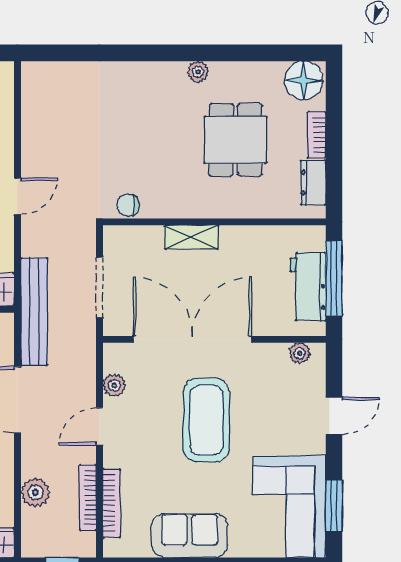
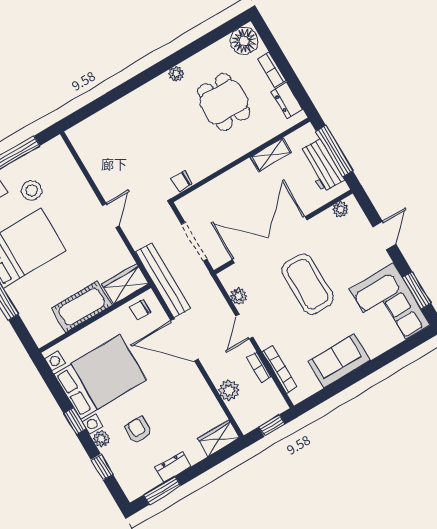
shelving: (192, 237) -> (271, 155), moved
bookcase: (88, 498) -> (259, 367), width x0.64

